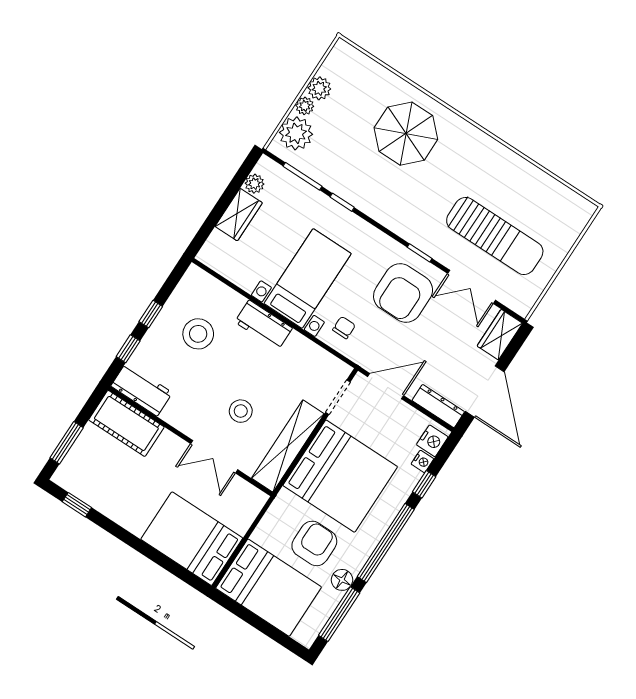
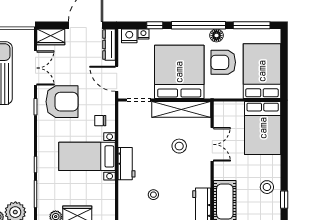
stool: (198, 334) -> (153, 195), width x0.53, depth x0.53
stool: (109, 493) -> (267, 187), added
floor lamp: (342, 580) -> (216, 35), moved

